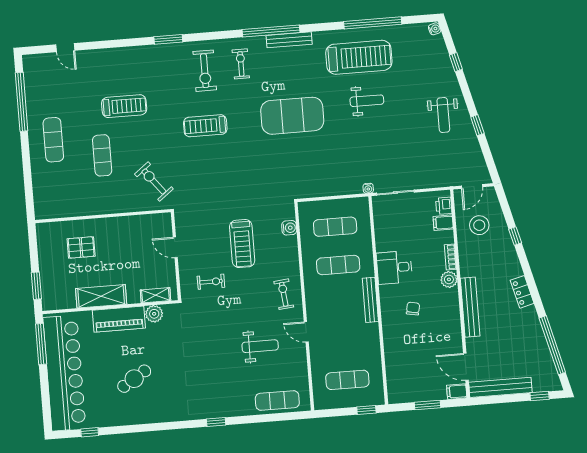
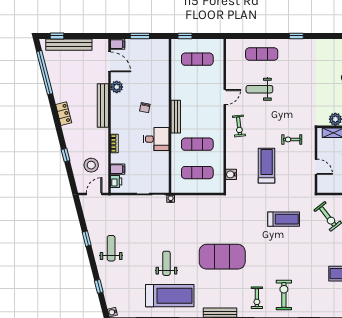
treadmill: (359, 57) -> (170, 296), turned 180
weight bench: (367, 101) -> (166, 263), turned 90
treadmill: (205, 126) -> (284, 219), moved
plant: (449, 279) -> (117, 87), moved
door: (306, 332) -> (225, 97), hinge flipped
bench: (500, 387) -> (69, 45), moved
exercise mat: (277, 400) -> (262, 54), moved

